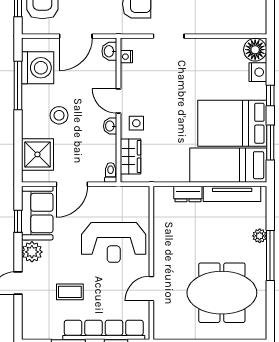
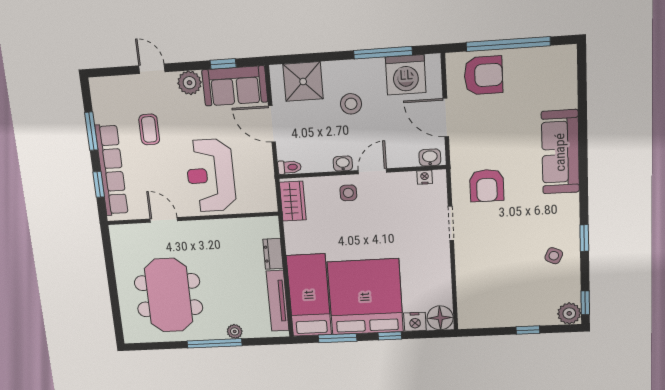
bed: (232, 123) -> (365, 297), width x1.36
wardrobe: (131, 157) -> (293, 201), moved, turned -90

